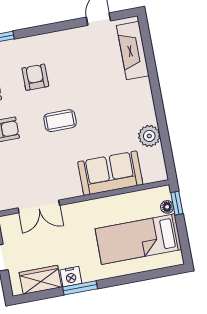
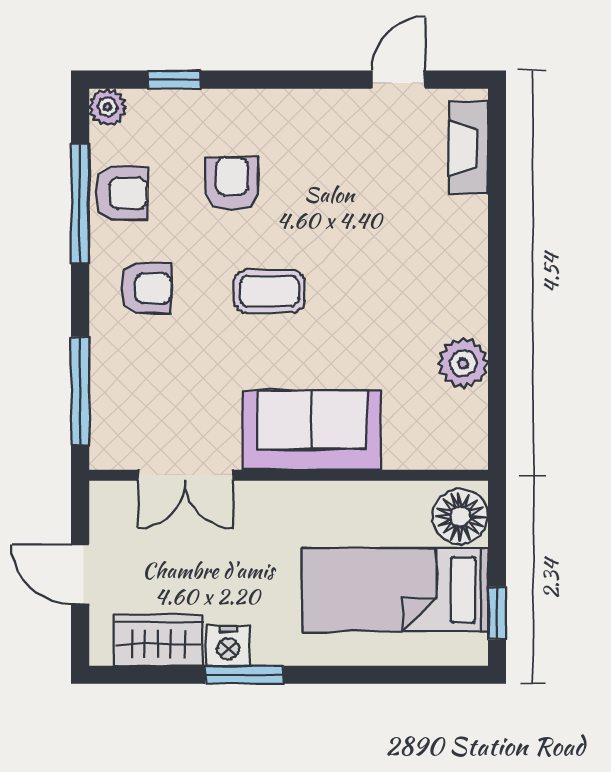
fireplace: (133, 51) -> (468, 148), width x0.73, depth x0.76
sofa: (110, 173) -> (312, 430), moved
window: (177, 203) -> (497, 613), moved
floor lamp: (167, 207) -> (460, 517), width x1.89, depth x1.89

